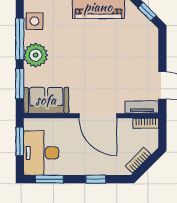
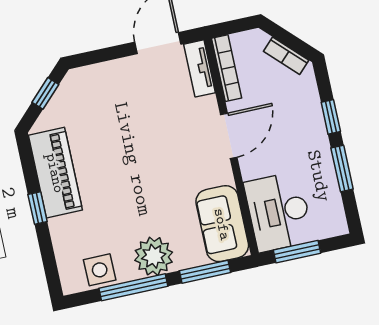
door: (98, 116) -> (229, 136), width x0.73
bookcase: (146, 123) -> (227, 68), width x1.56
desk: (41, 153) -> (279, 212), moved, turned 90
window: (49, 179) -> (342, 169), moved

